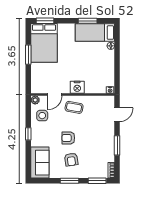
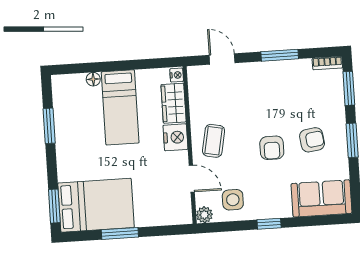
bed: (95, 33) -> (120, 107), moved
wardrobe: (95, 87) -> (174, 103), added

